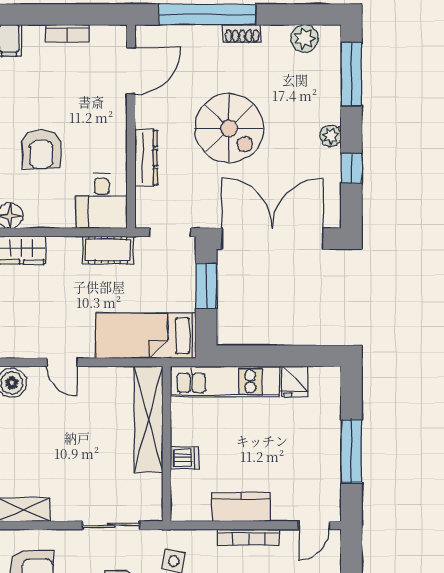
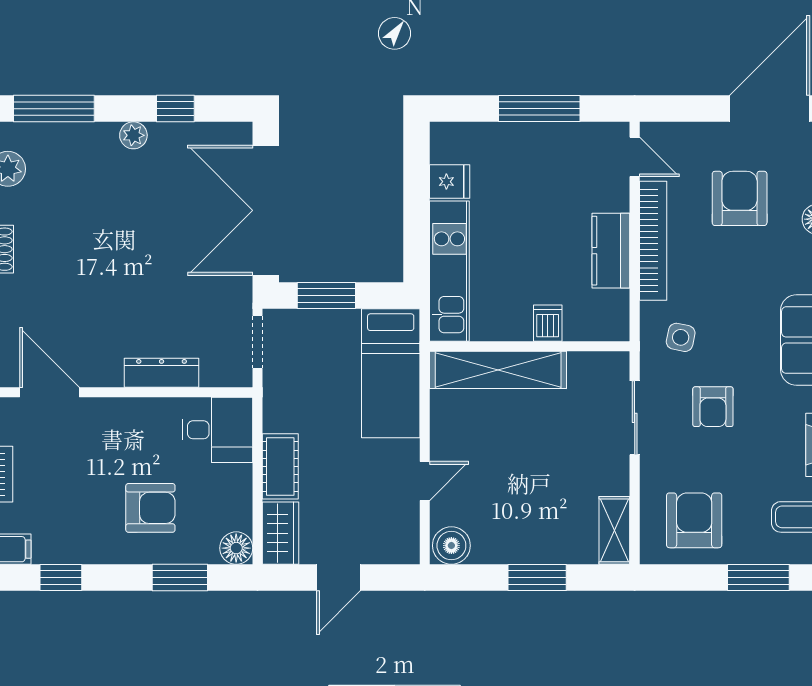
spiral stairs: (229, 128) -> (124, 266), removed
cot: (108, 250) -> (280, 466), moved
bookcase: (249, 537) -> (653, 241), width x1.48, depth x1.31

